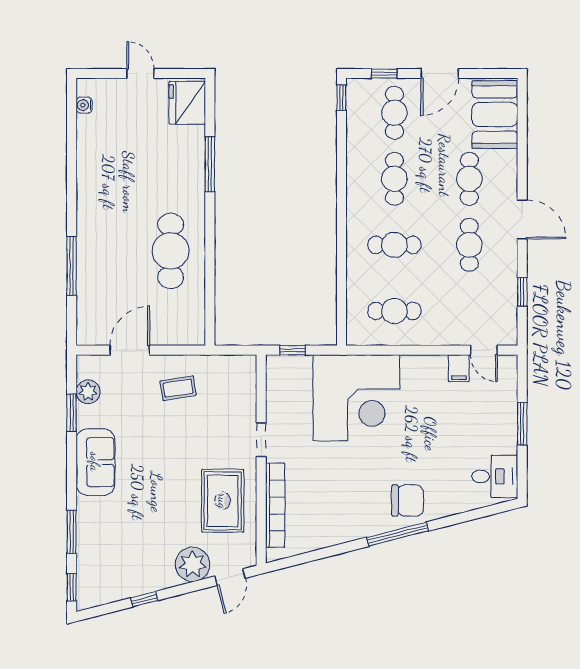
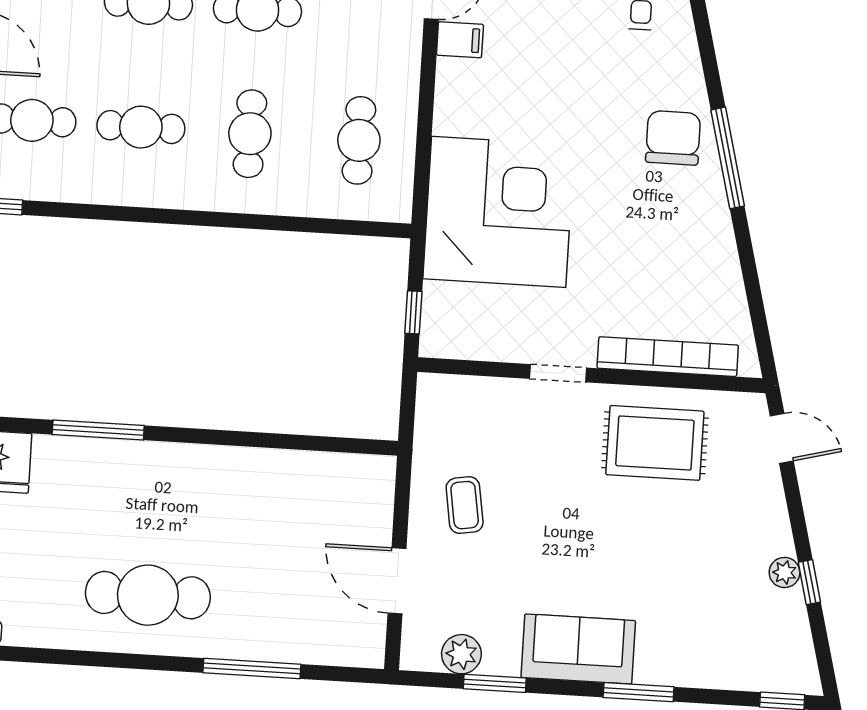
cafe table: (171, 251) -> (148, 595), moved
window: (72, 532) -> (639, 692), moved
plant: (193, 564) -> (784, 572), moved, width x0.53, depth x0.53

